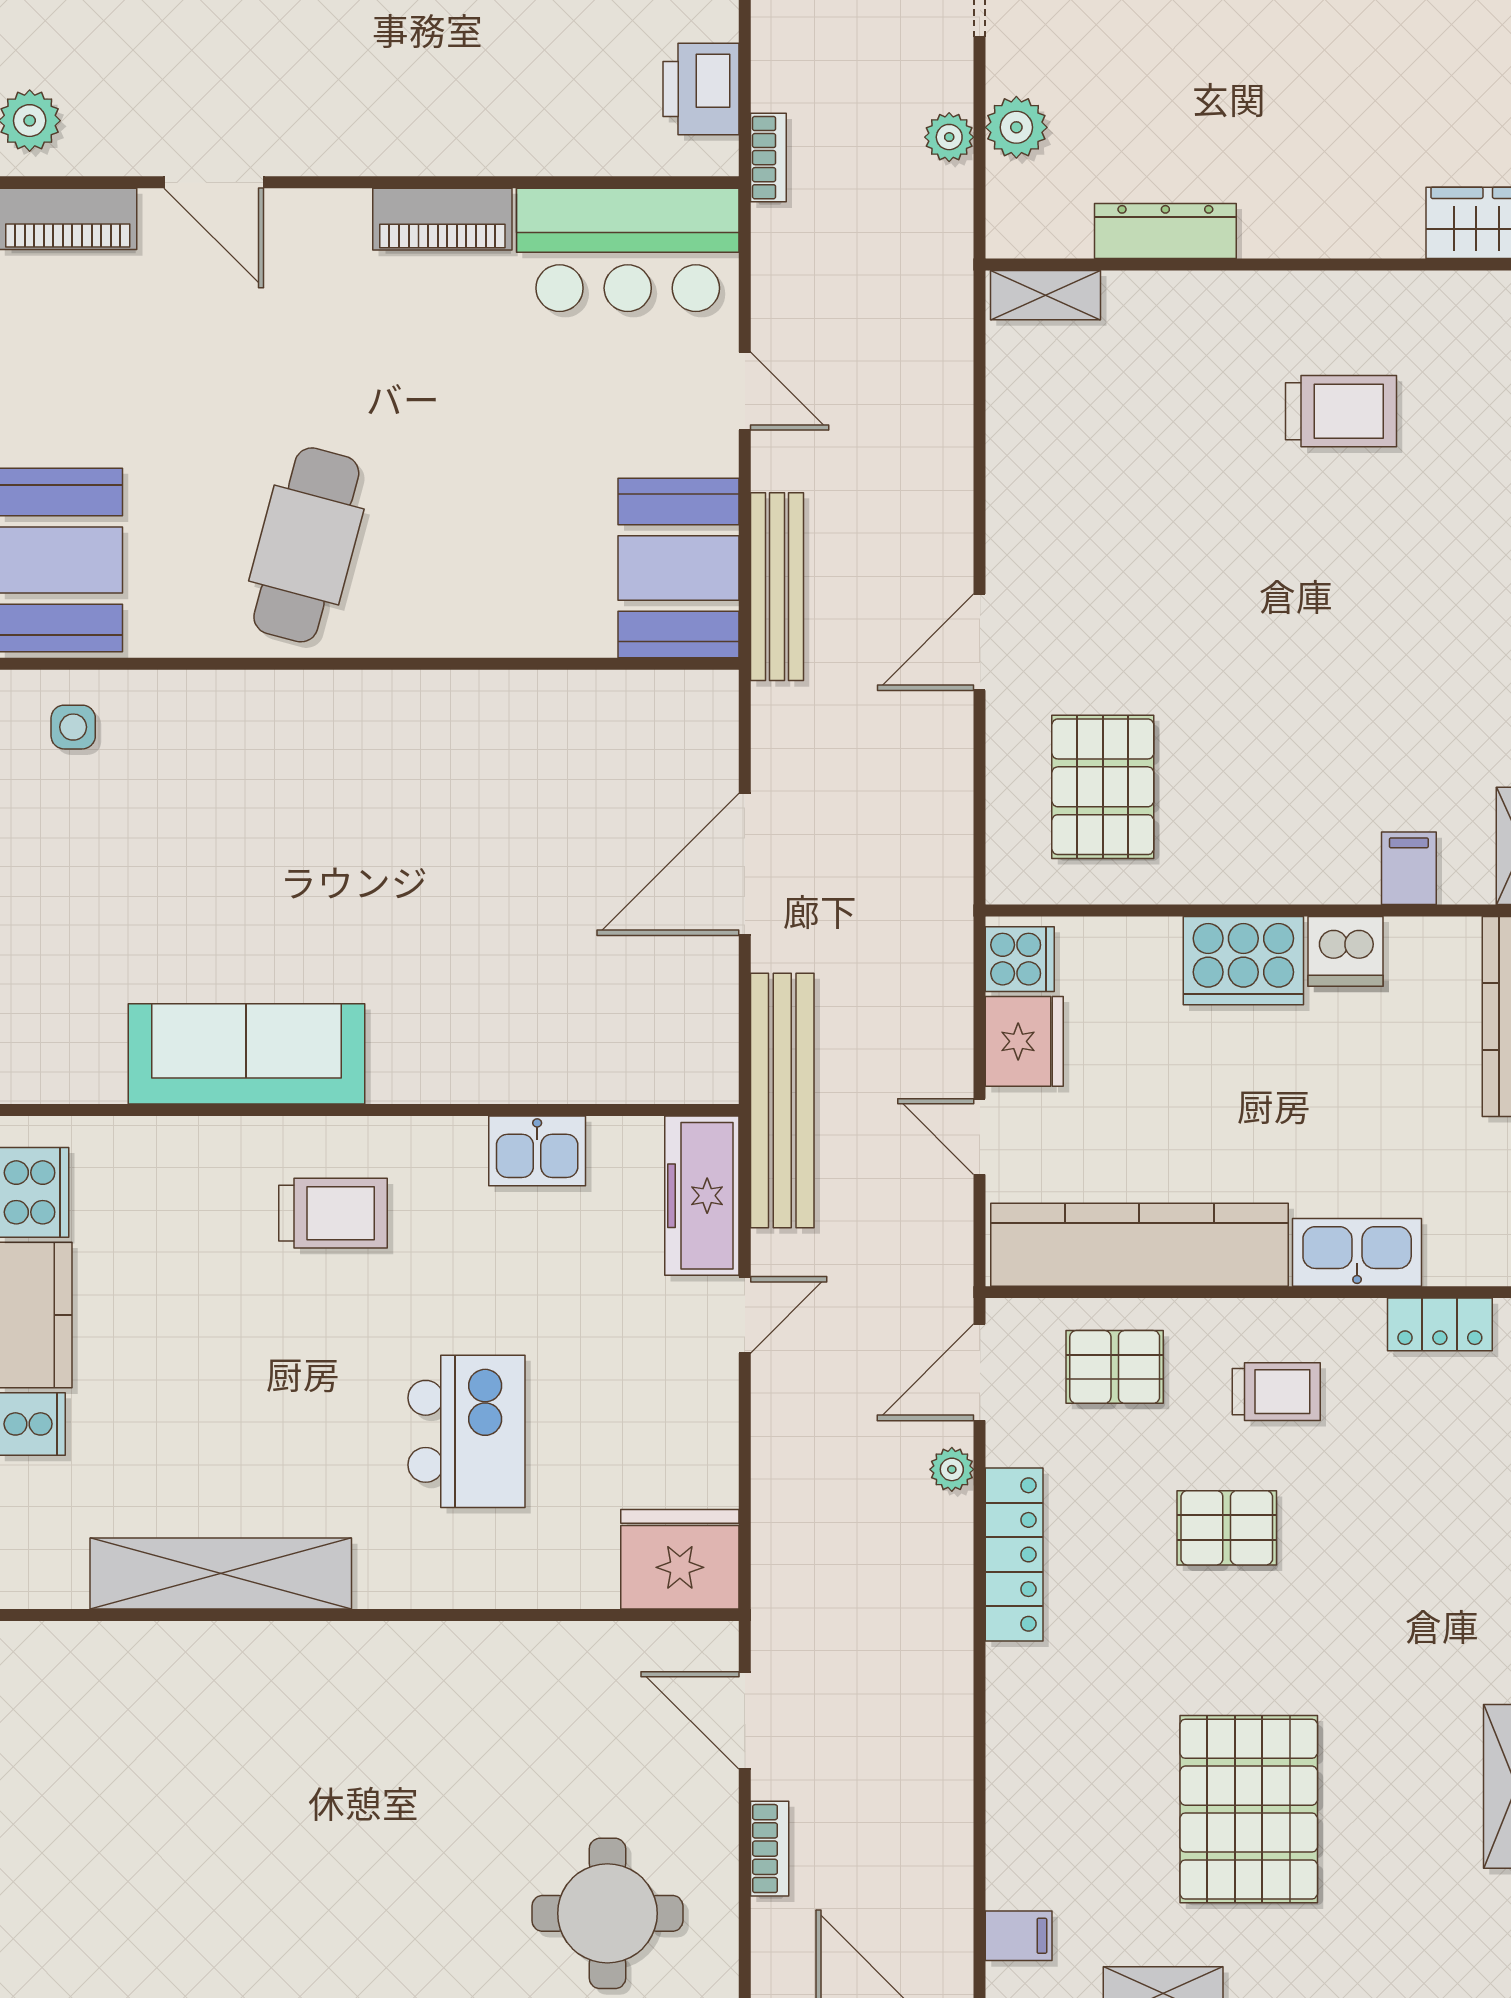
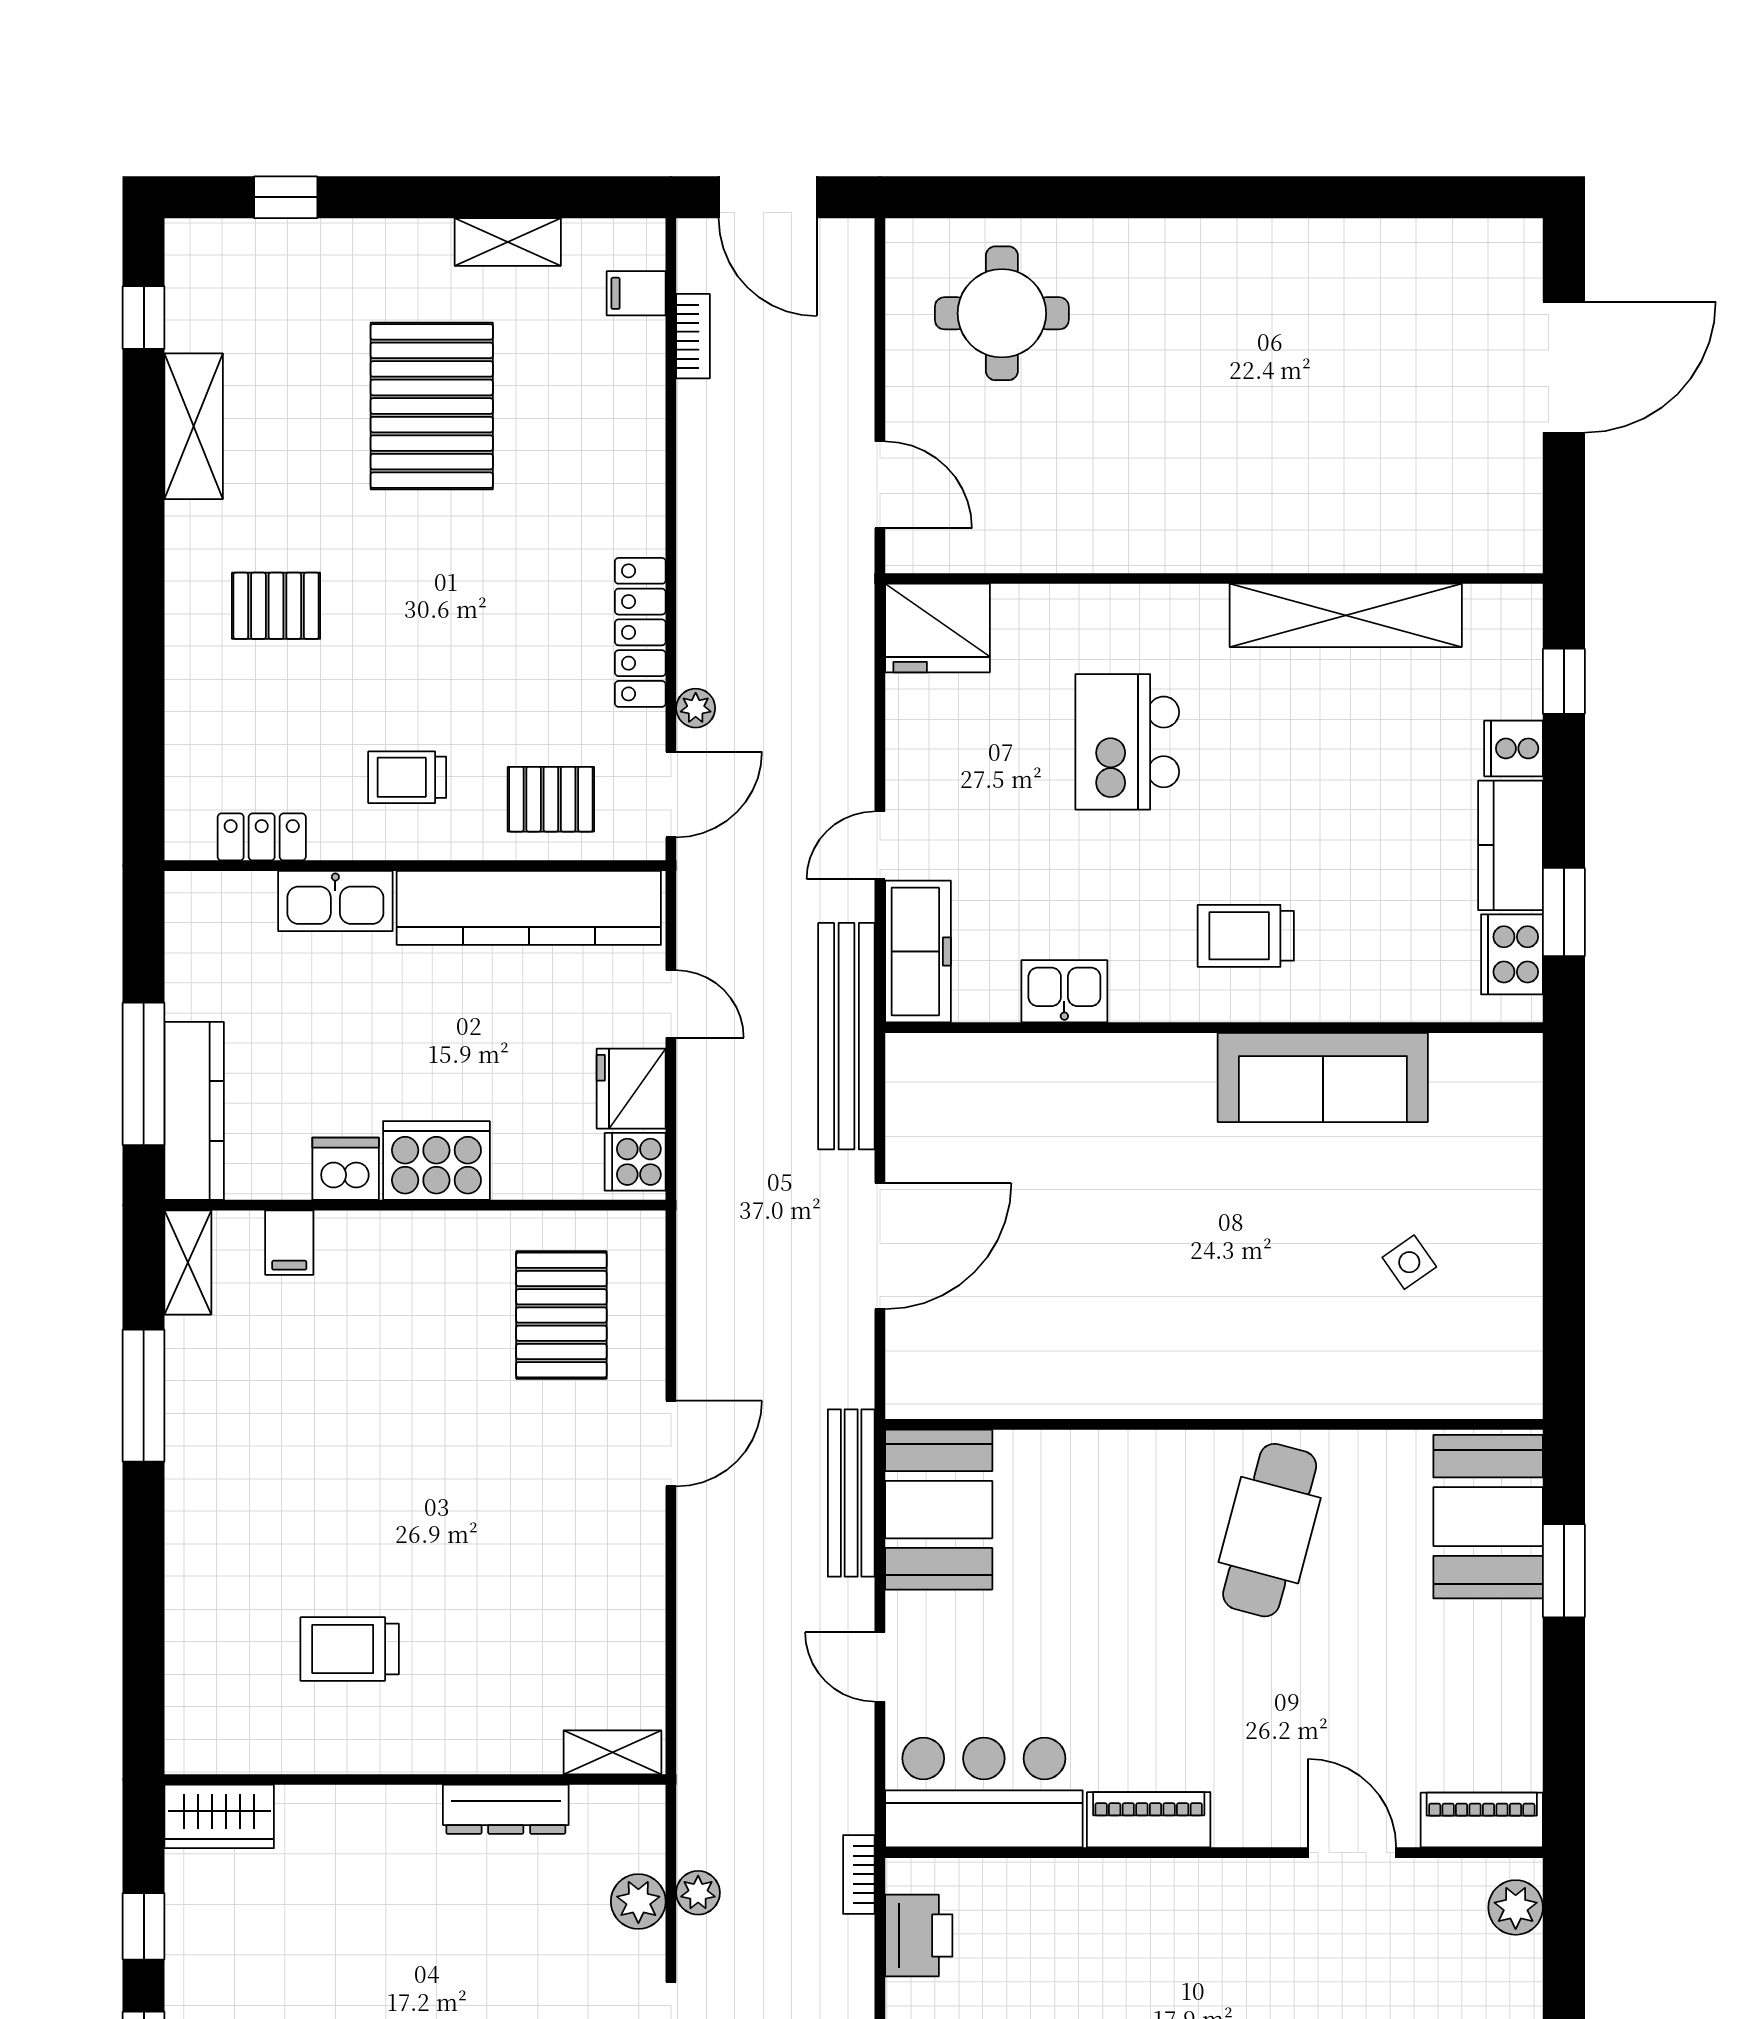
side table: (73, 727) -> (1409, 1262), moved, turned -35
pallet: (1227, 1528) -> (276, 606), moved
bookcase: (770, 1849) -> (693, 336), moved, turned 180

